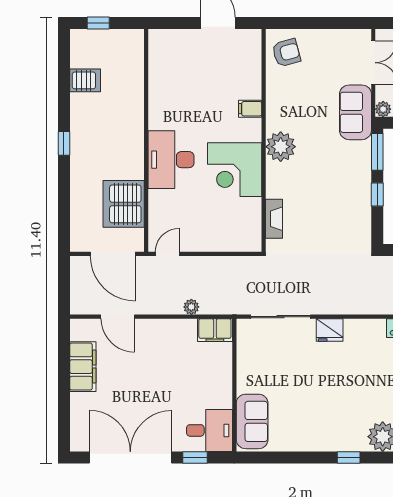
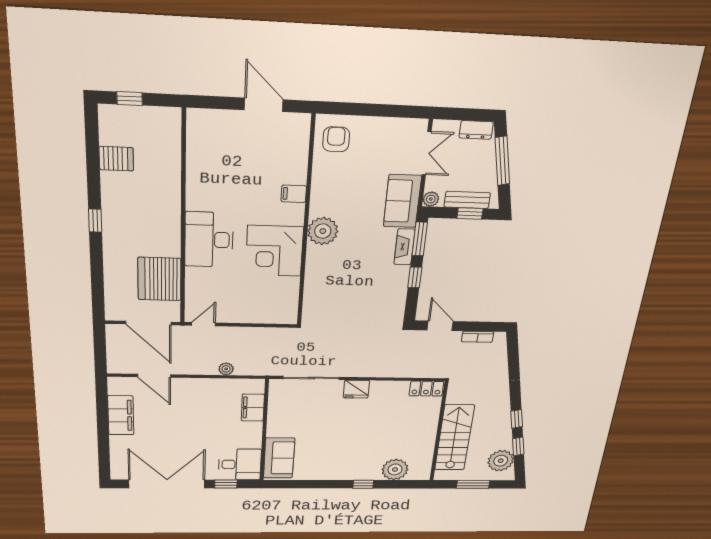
armchair: (286, 53) -> (336, 139), turned -75
fireplace: (274, 219) -> (404, 247), moved, turned 180
filing cabinet: (215, 330) -> (253, 408), moved, turned 90

